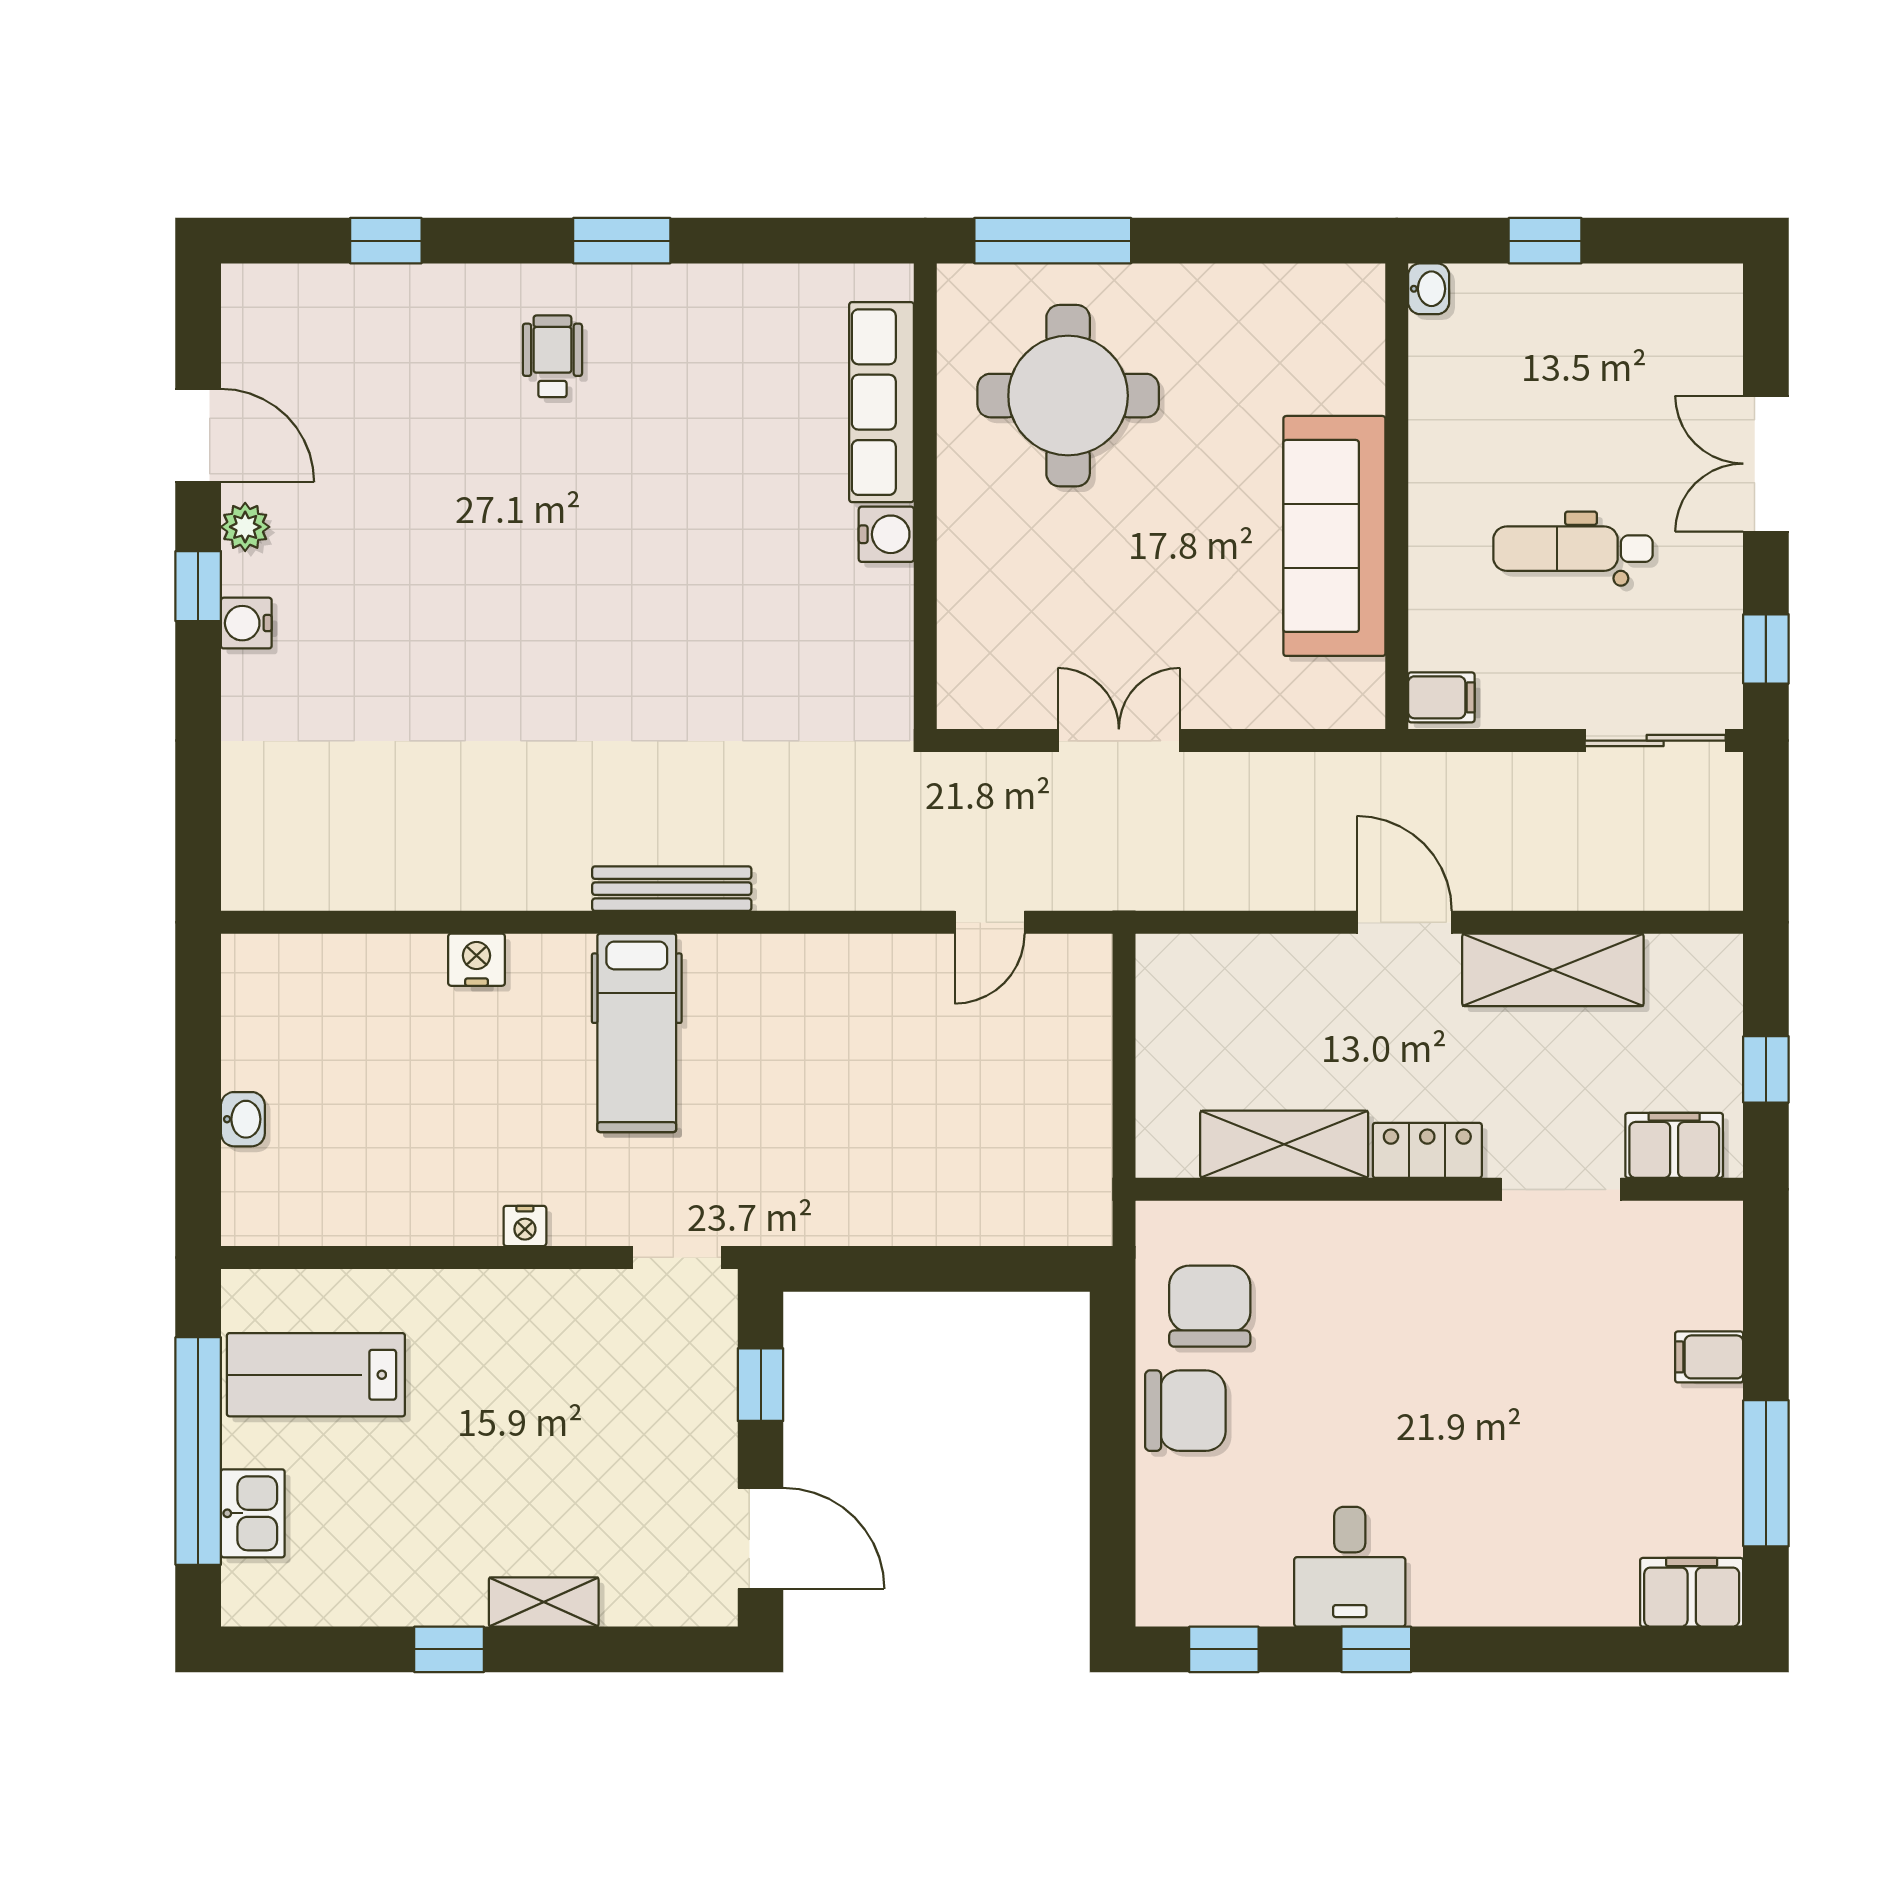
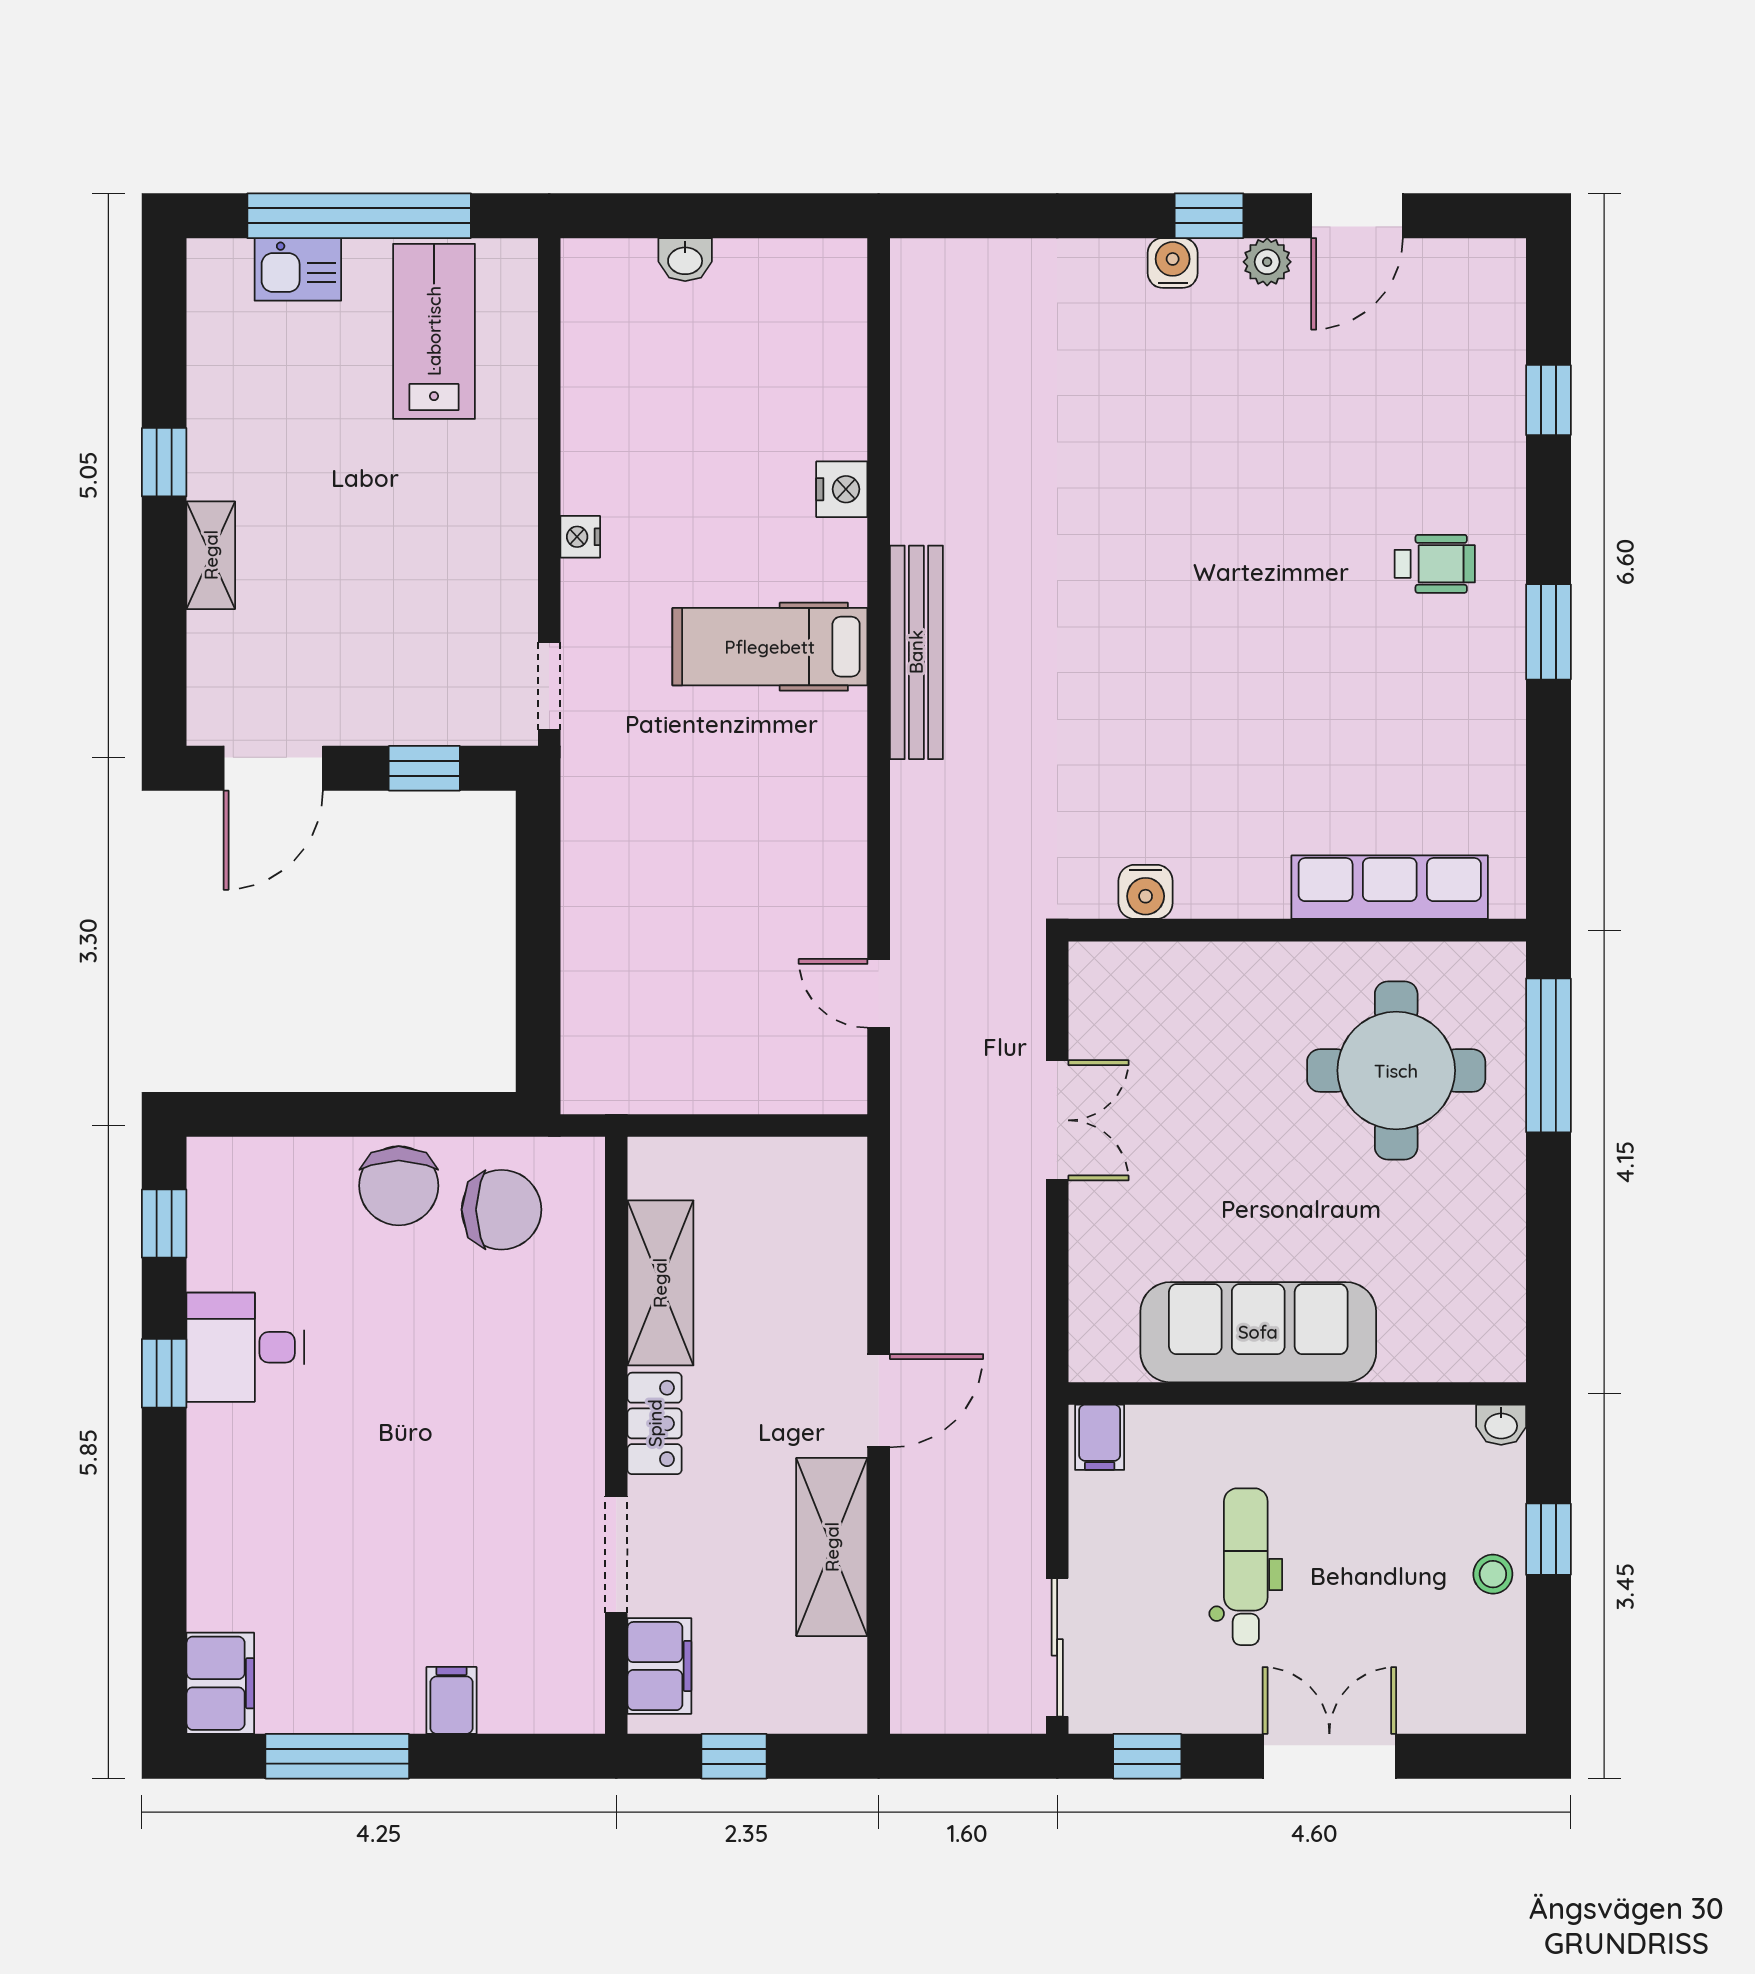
stool: (1581, 297) -> (1493, 1574), added
water cooler: (886, 534) -> (1146, 892), moved
bench: (672, 889) -> (916, 652), width x1.37, depth x1.21

